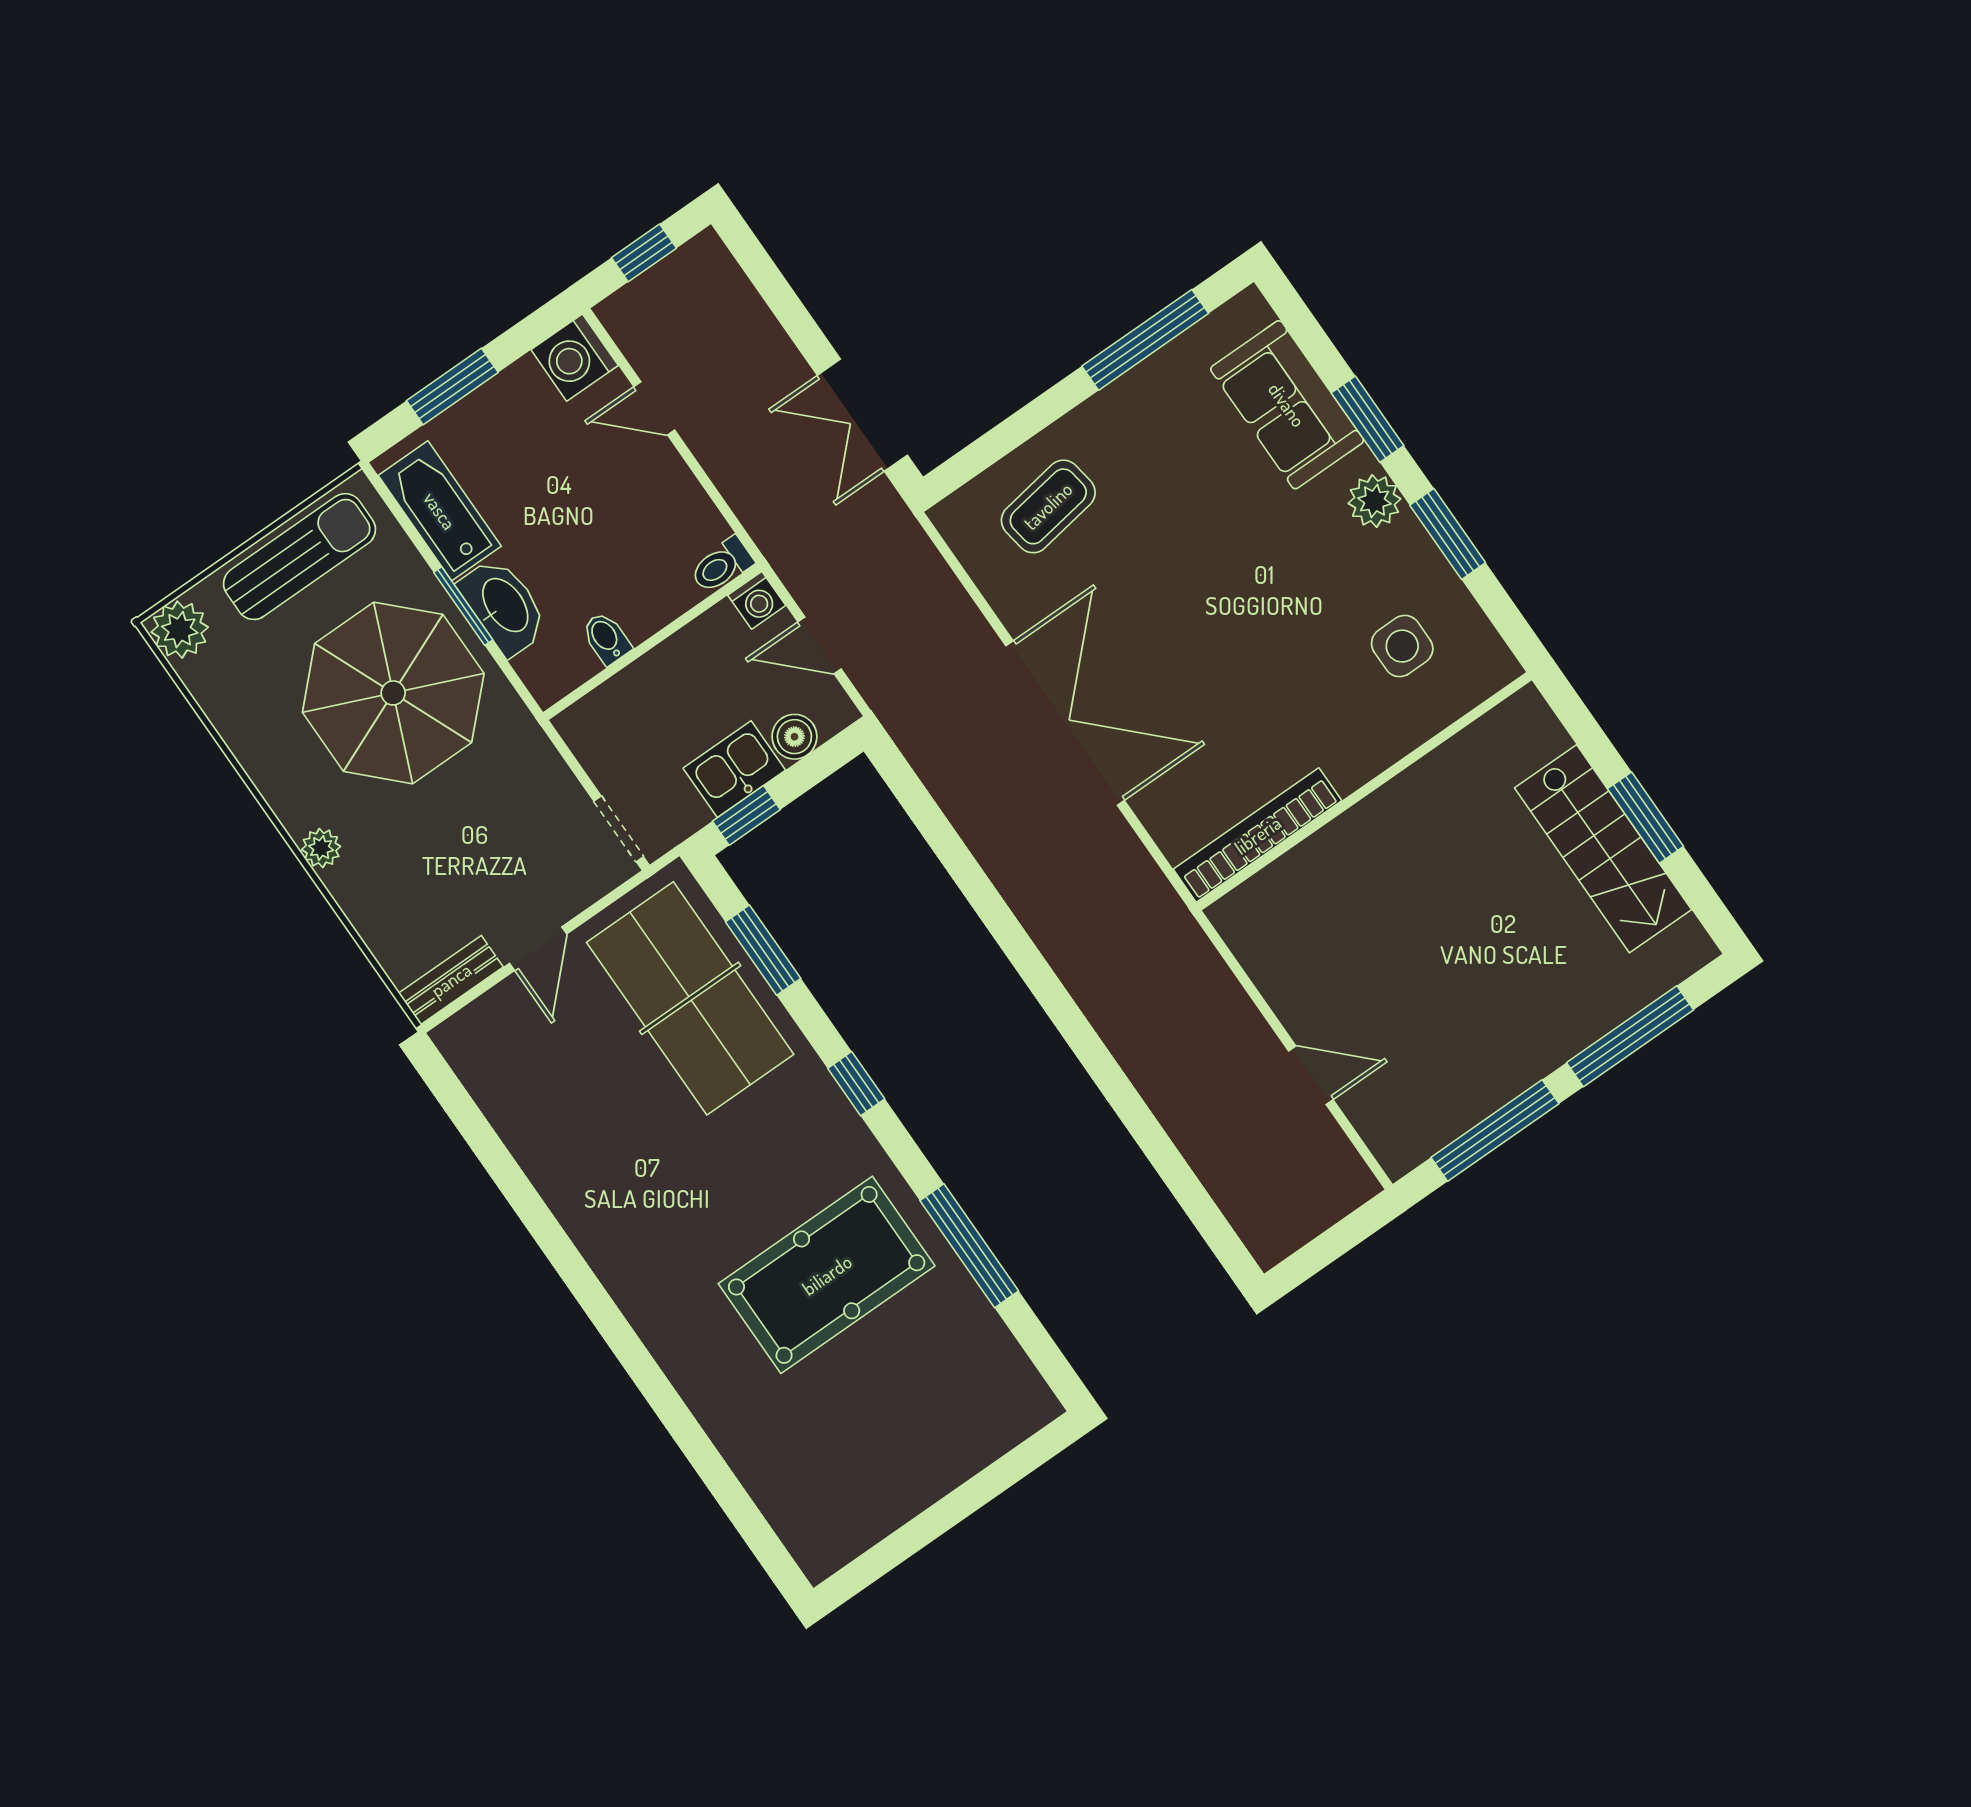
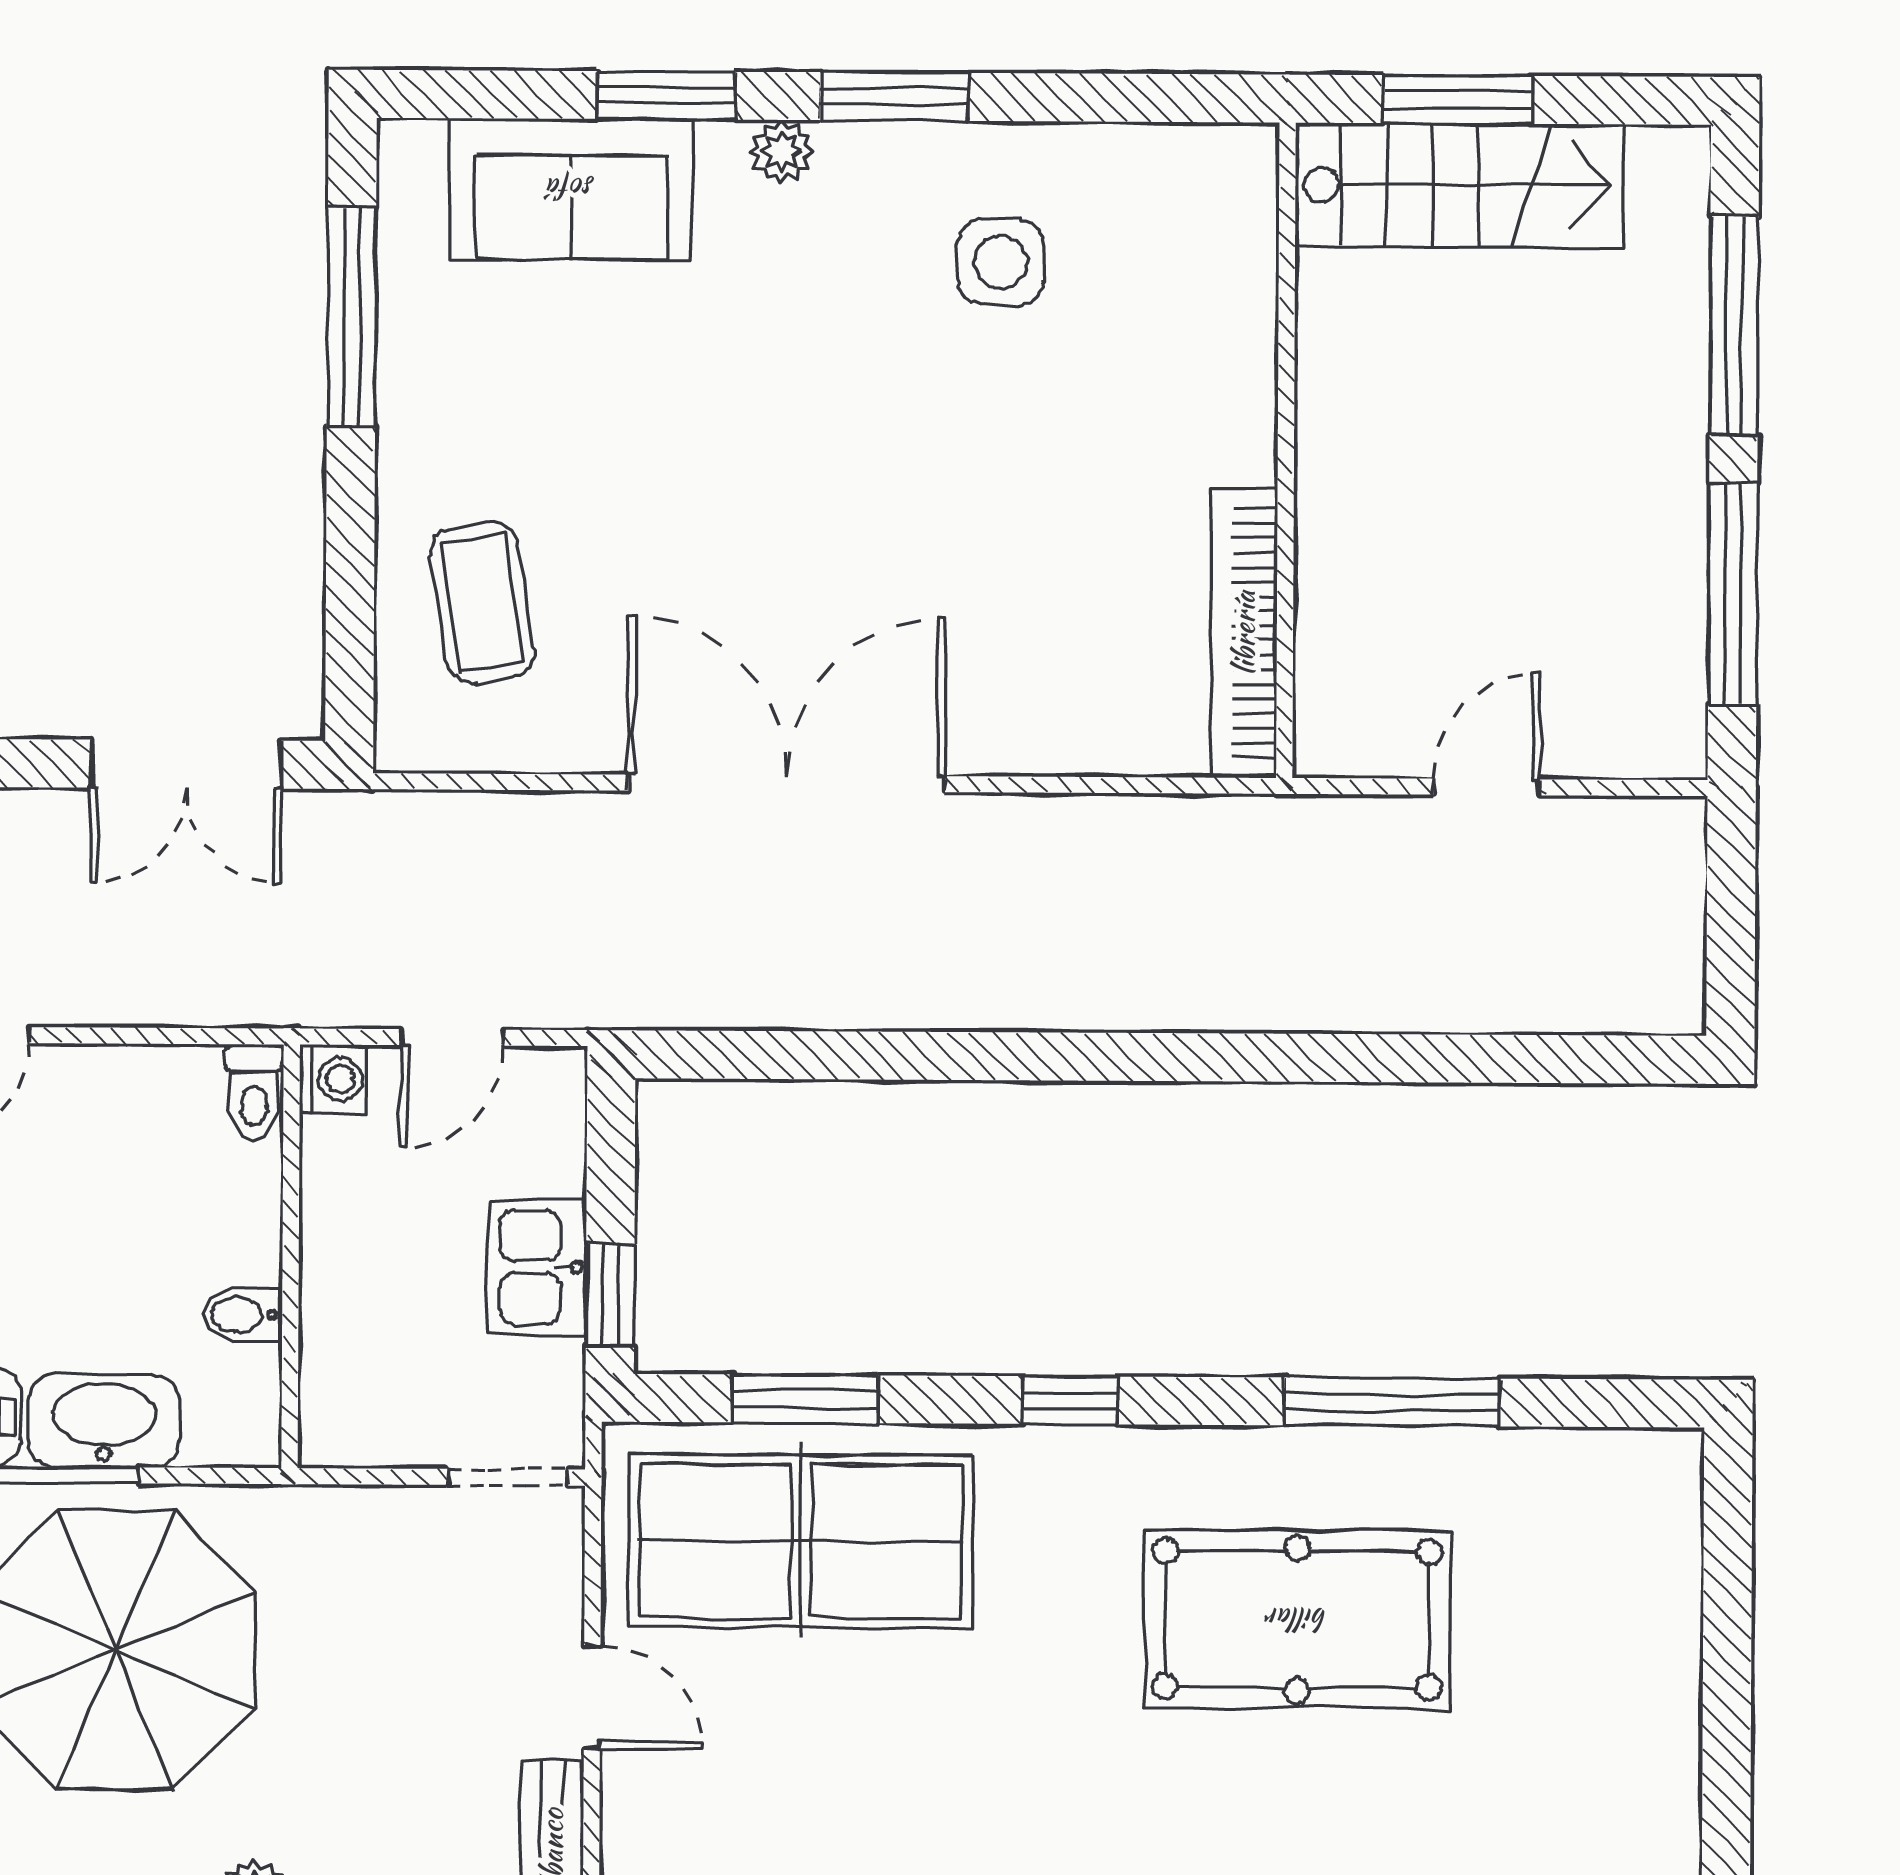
plant: (1374, 501) -> (781, 151), width x0.73, depth x0.73
boiler: (794, 737) -> (550, 1157), removed
wall: (1364, 791) -> (1286, 450), moved
bookcase: (1258, 835) -> (1244, 633), moved
pool table: (827, 1275) -> (1297, 1619), turned 90

